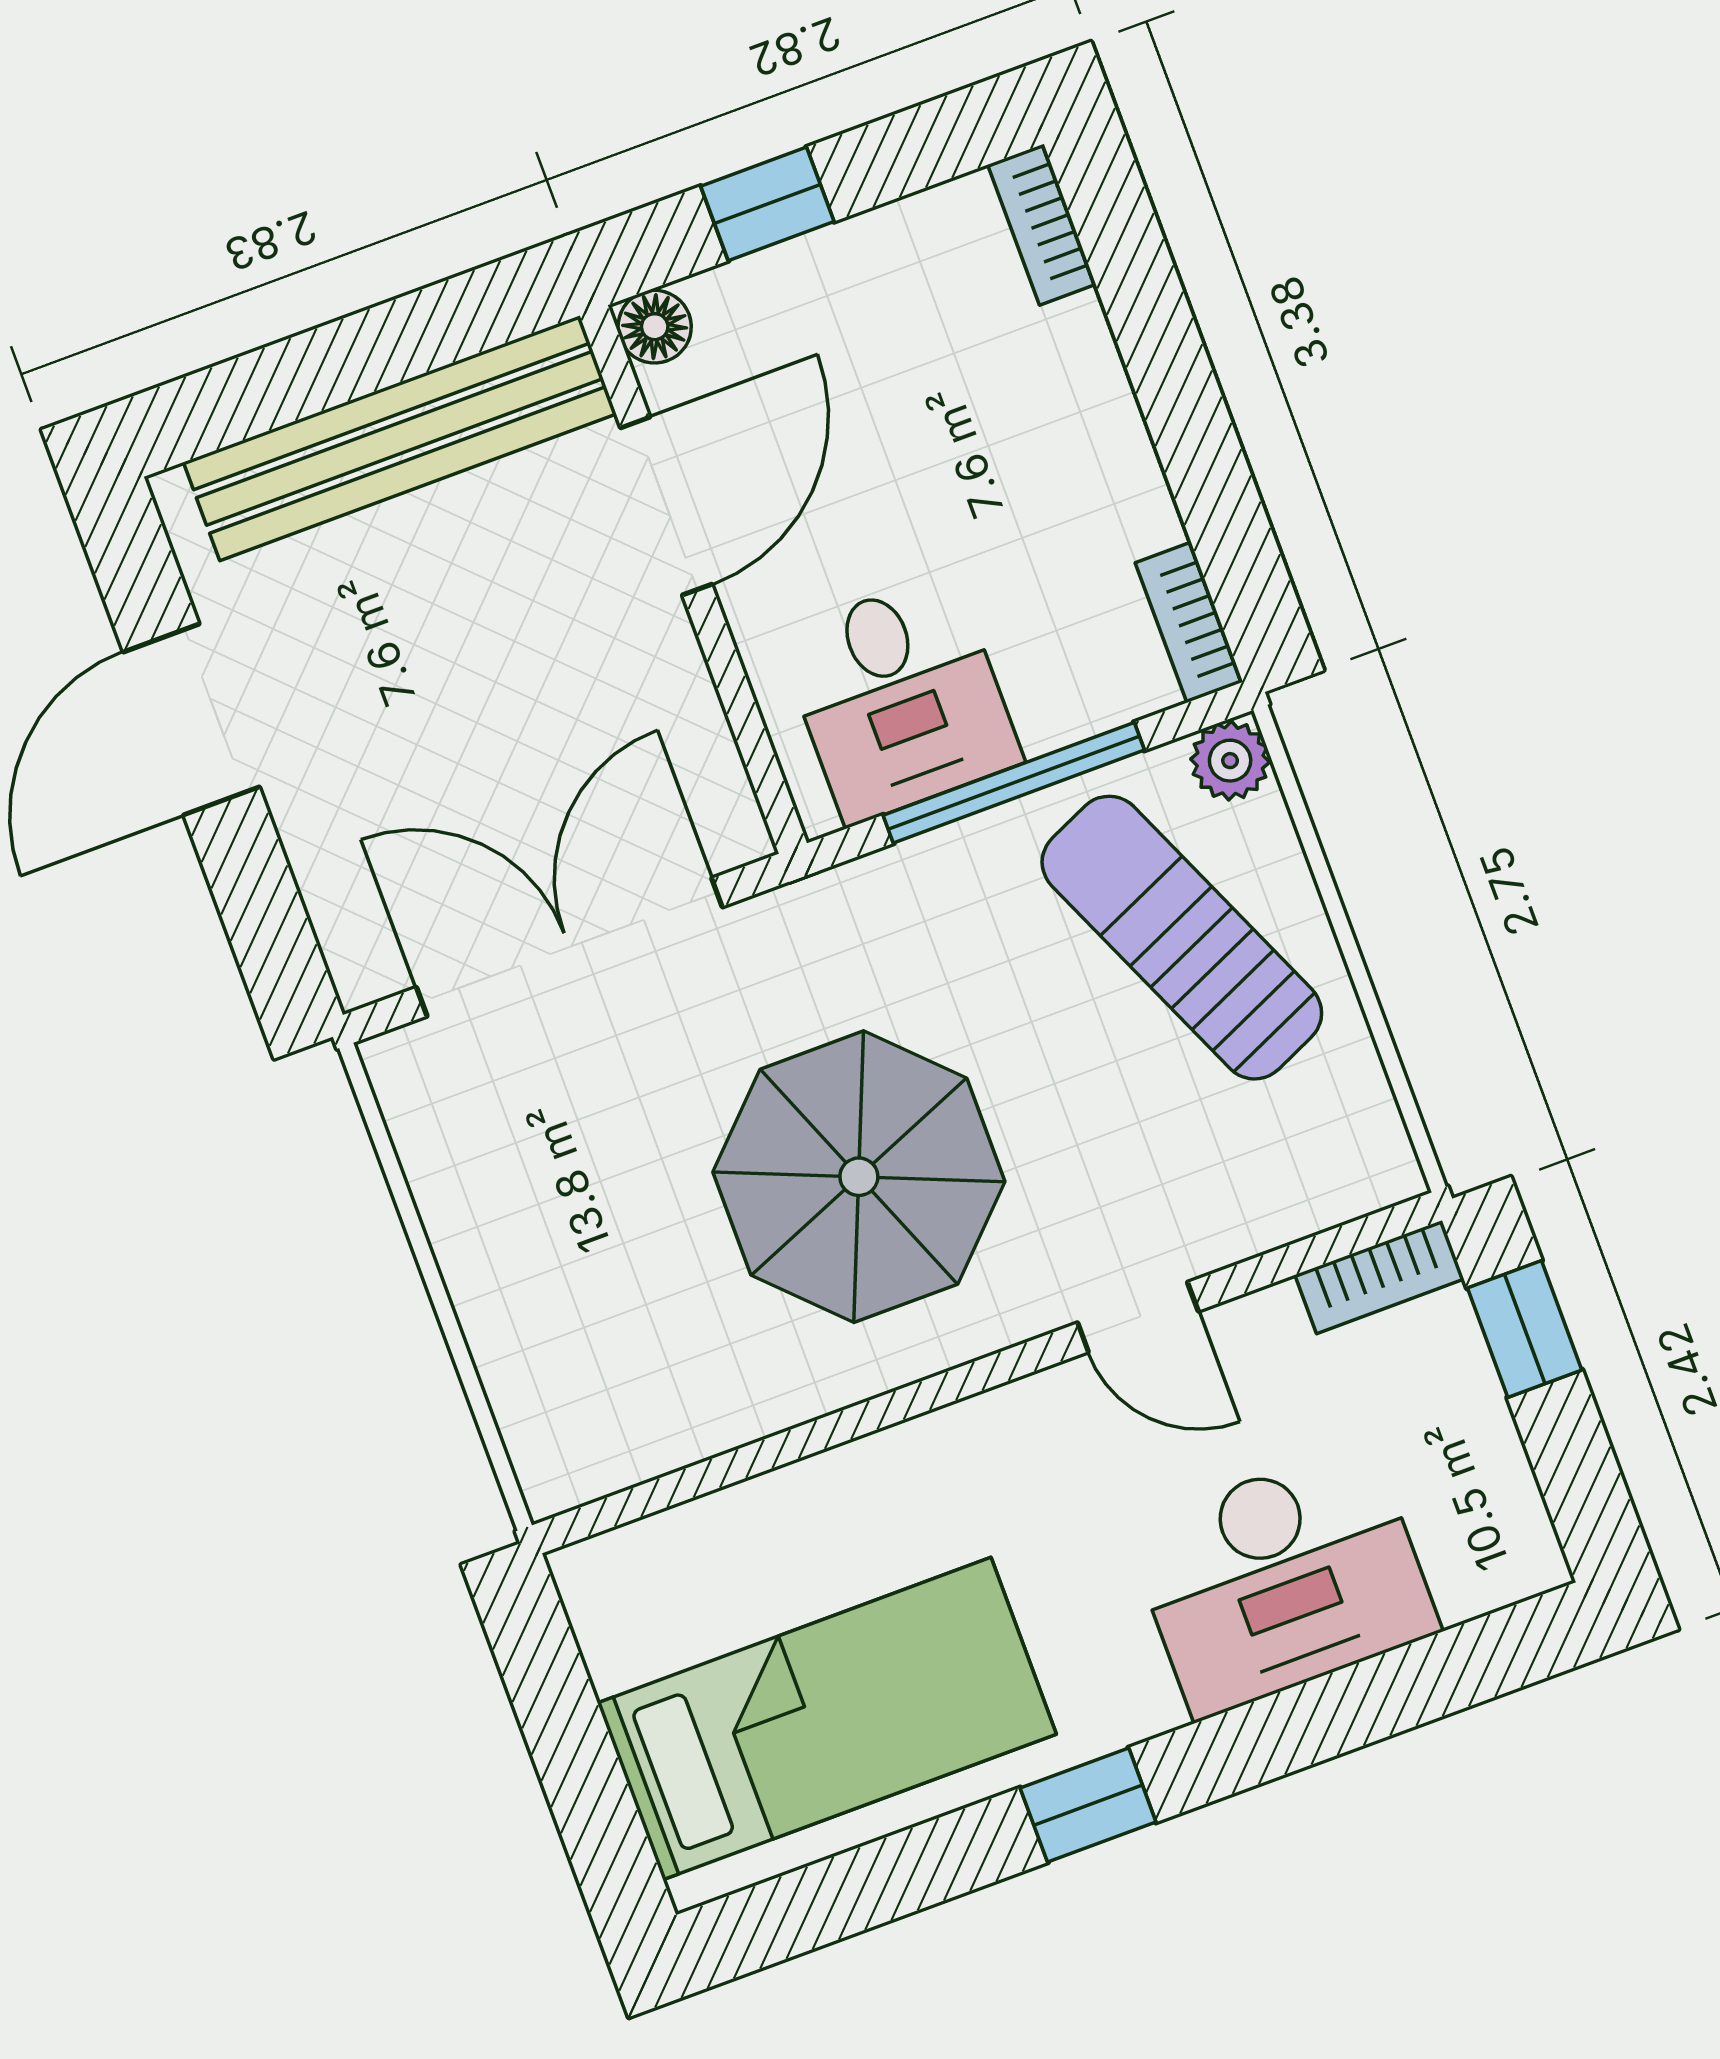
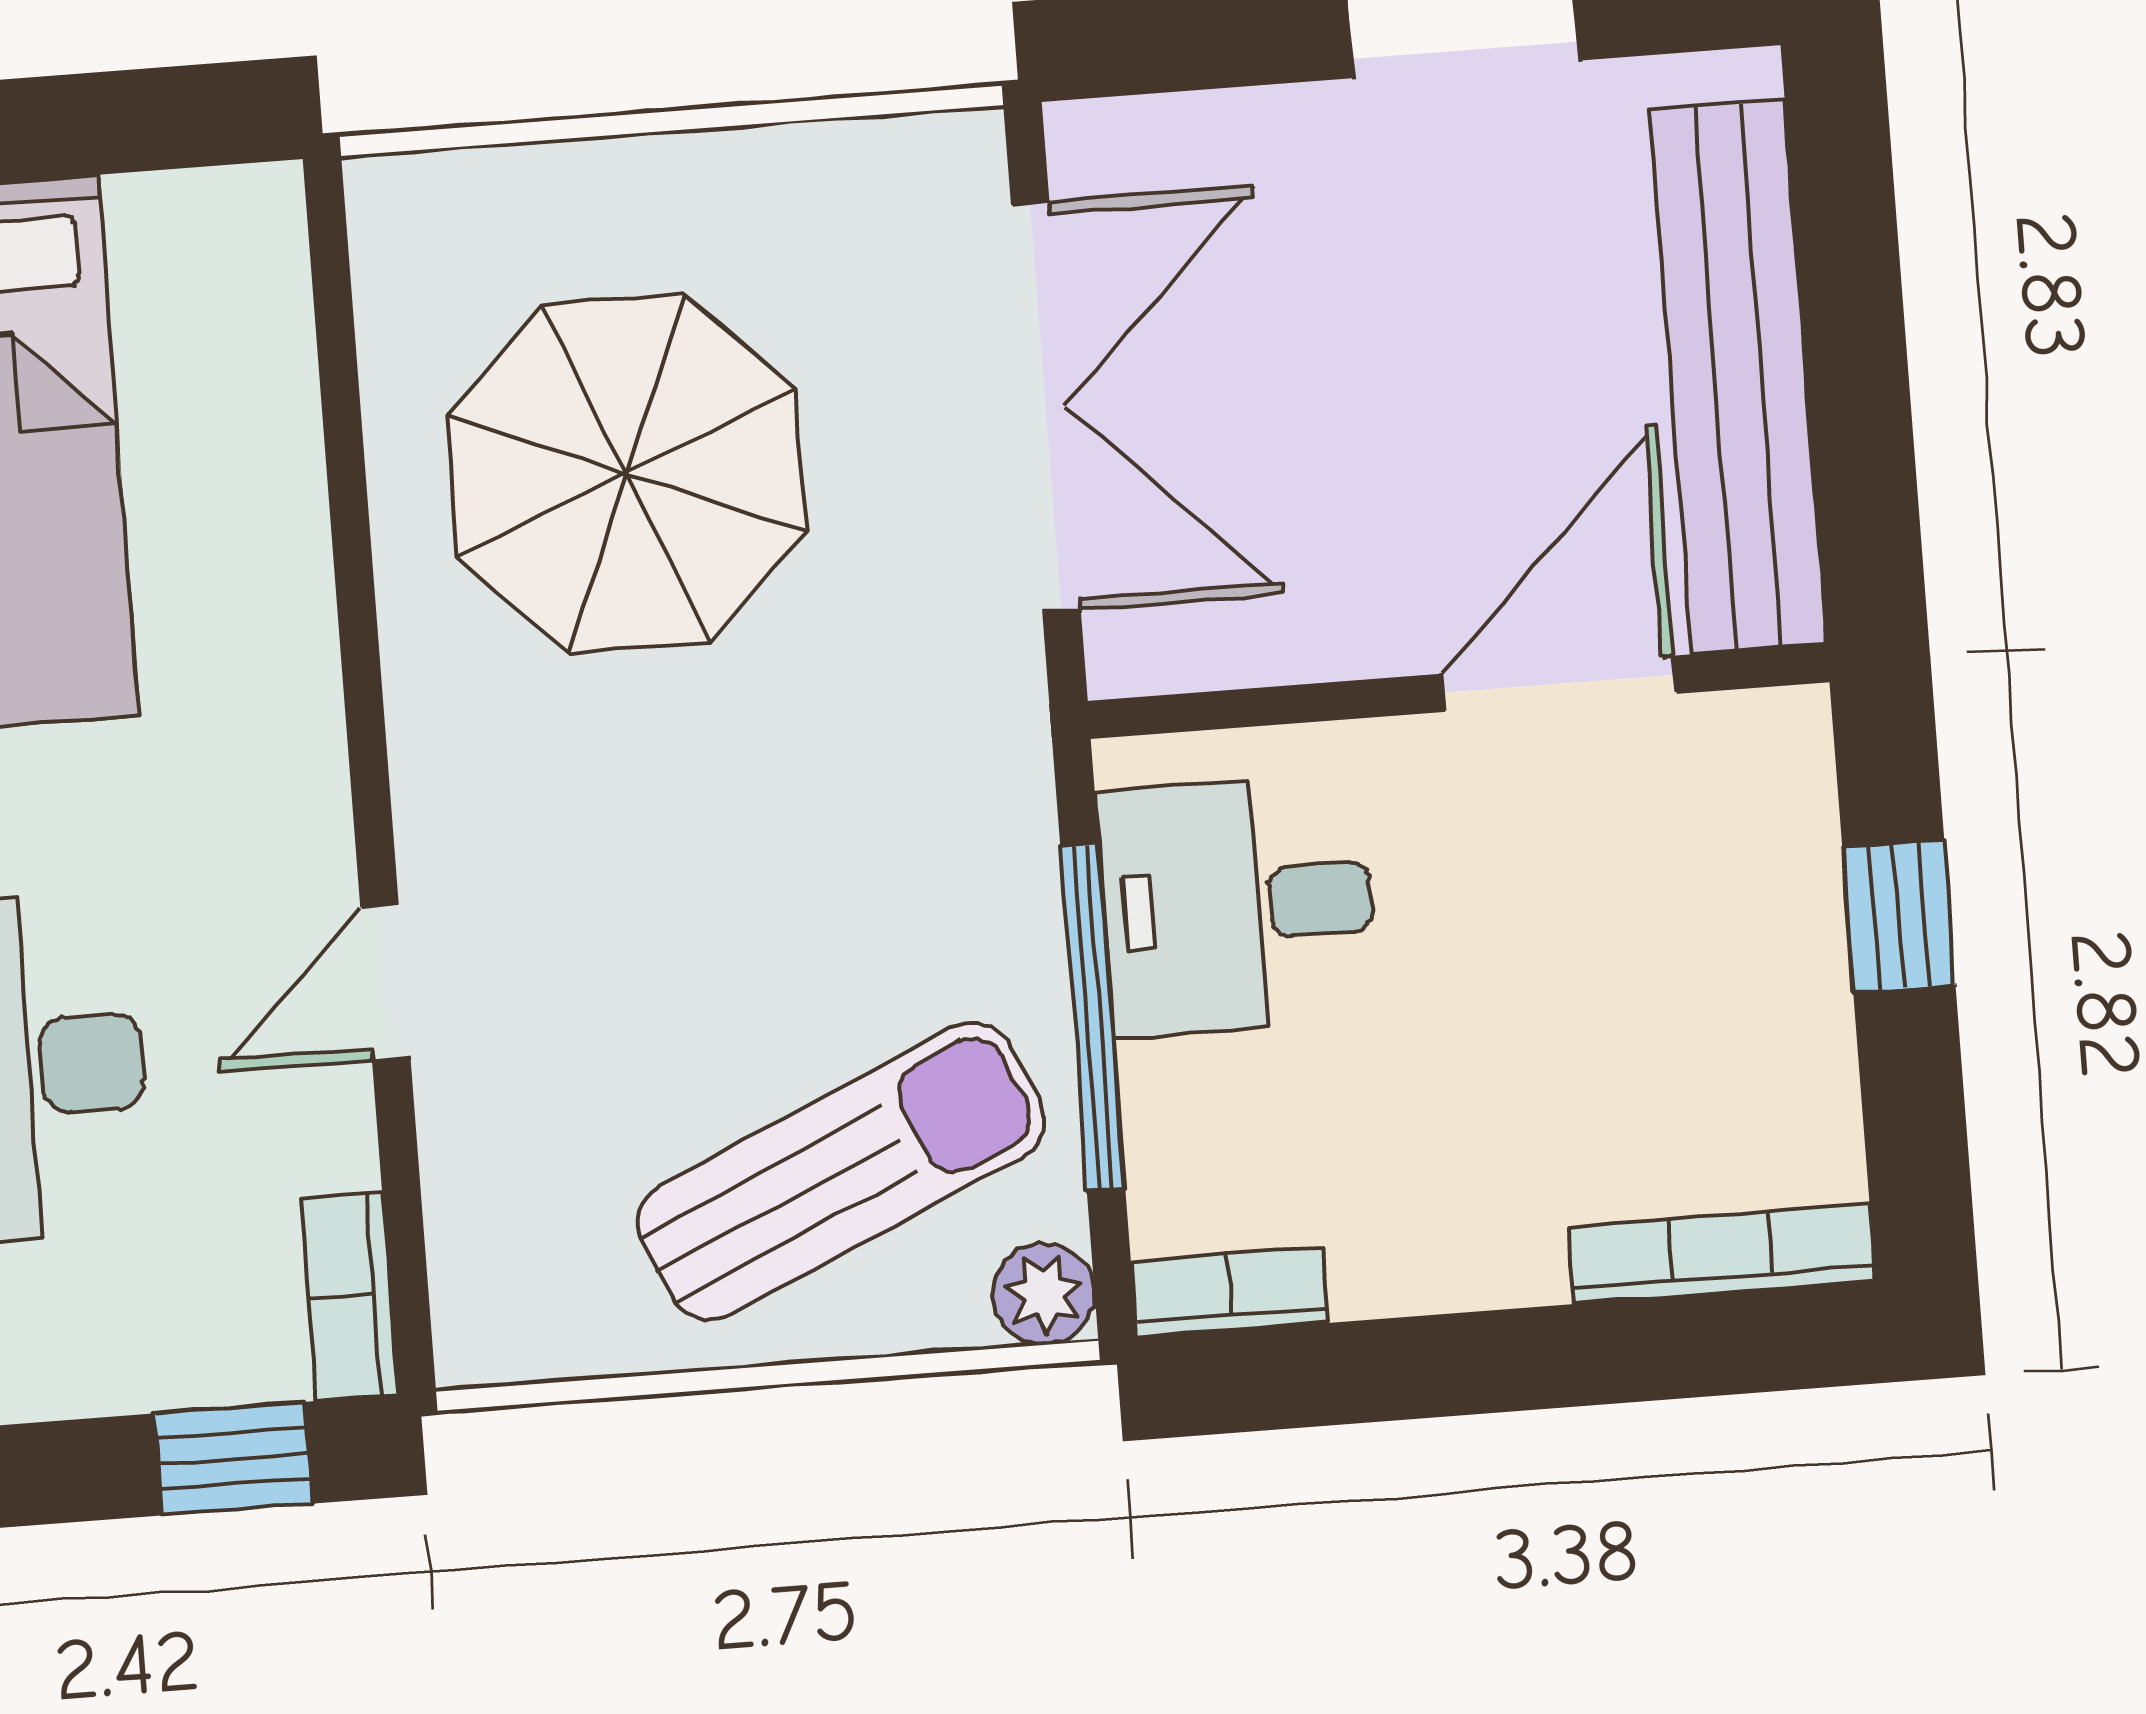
bookcase: (1042, 225) -> (1722, 1254), width x1.56
floor lamp: (655, 327) -> (1786, 733), removed
door: (666, 506) -> (1559, 684), swing flipped
parasol: (859, 1177) -> (626, 473), moved

